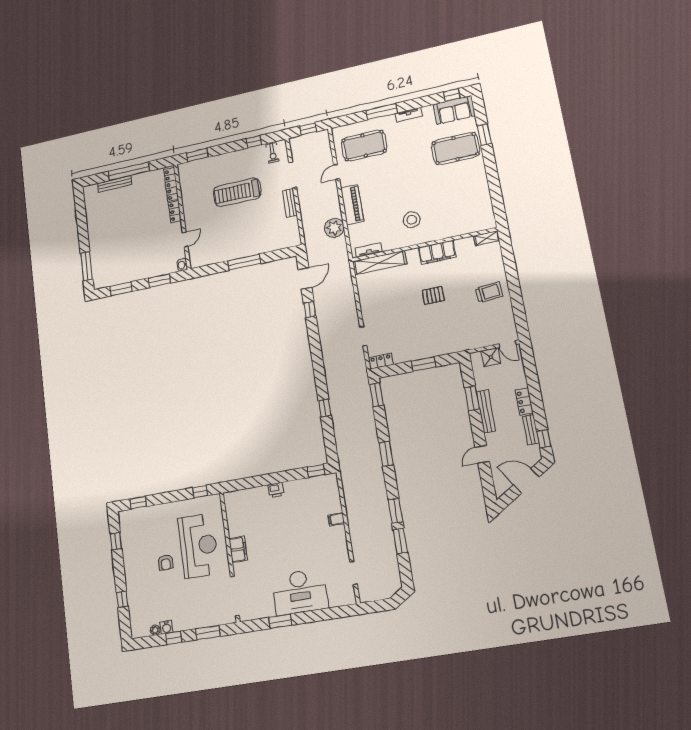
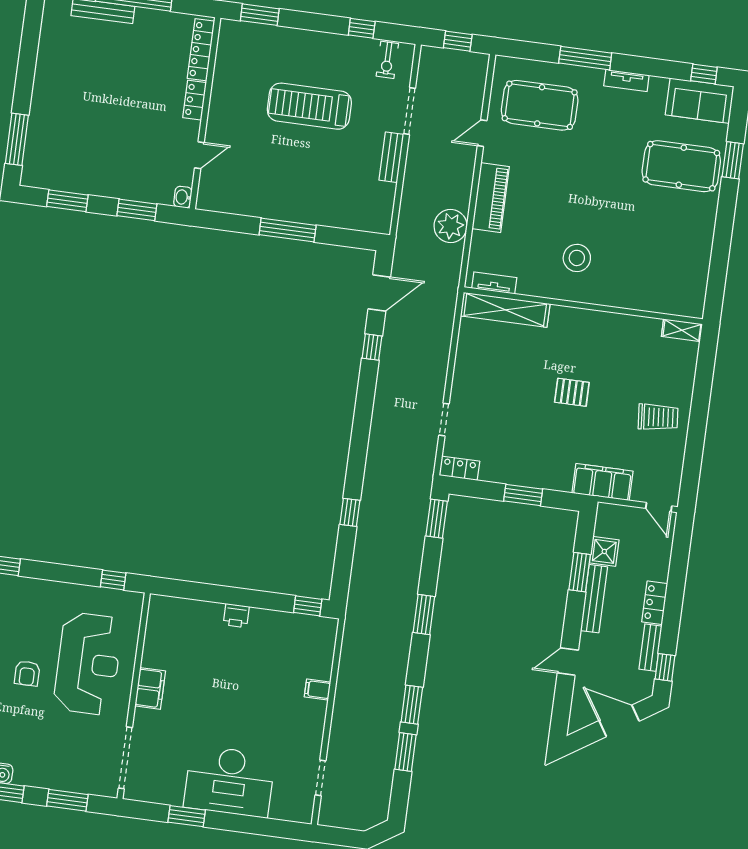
filing cabinet: (437, 252) -> (603, 482), moved, turned 180
shower: (491, 357) -> (604, 551), moved

